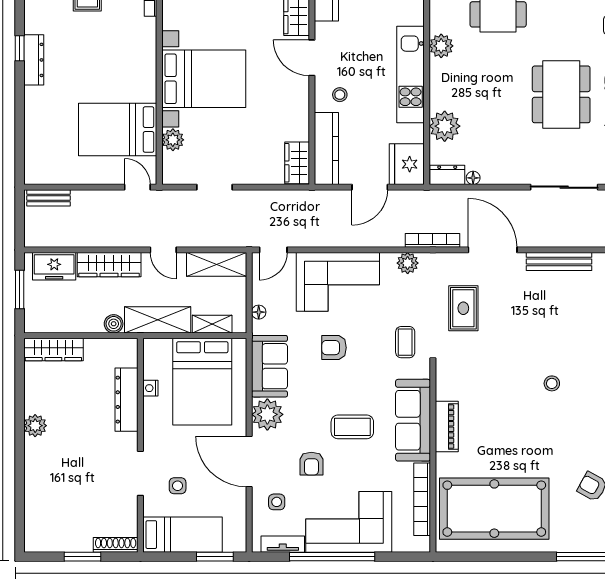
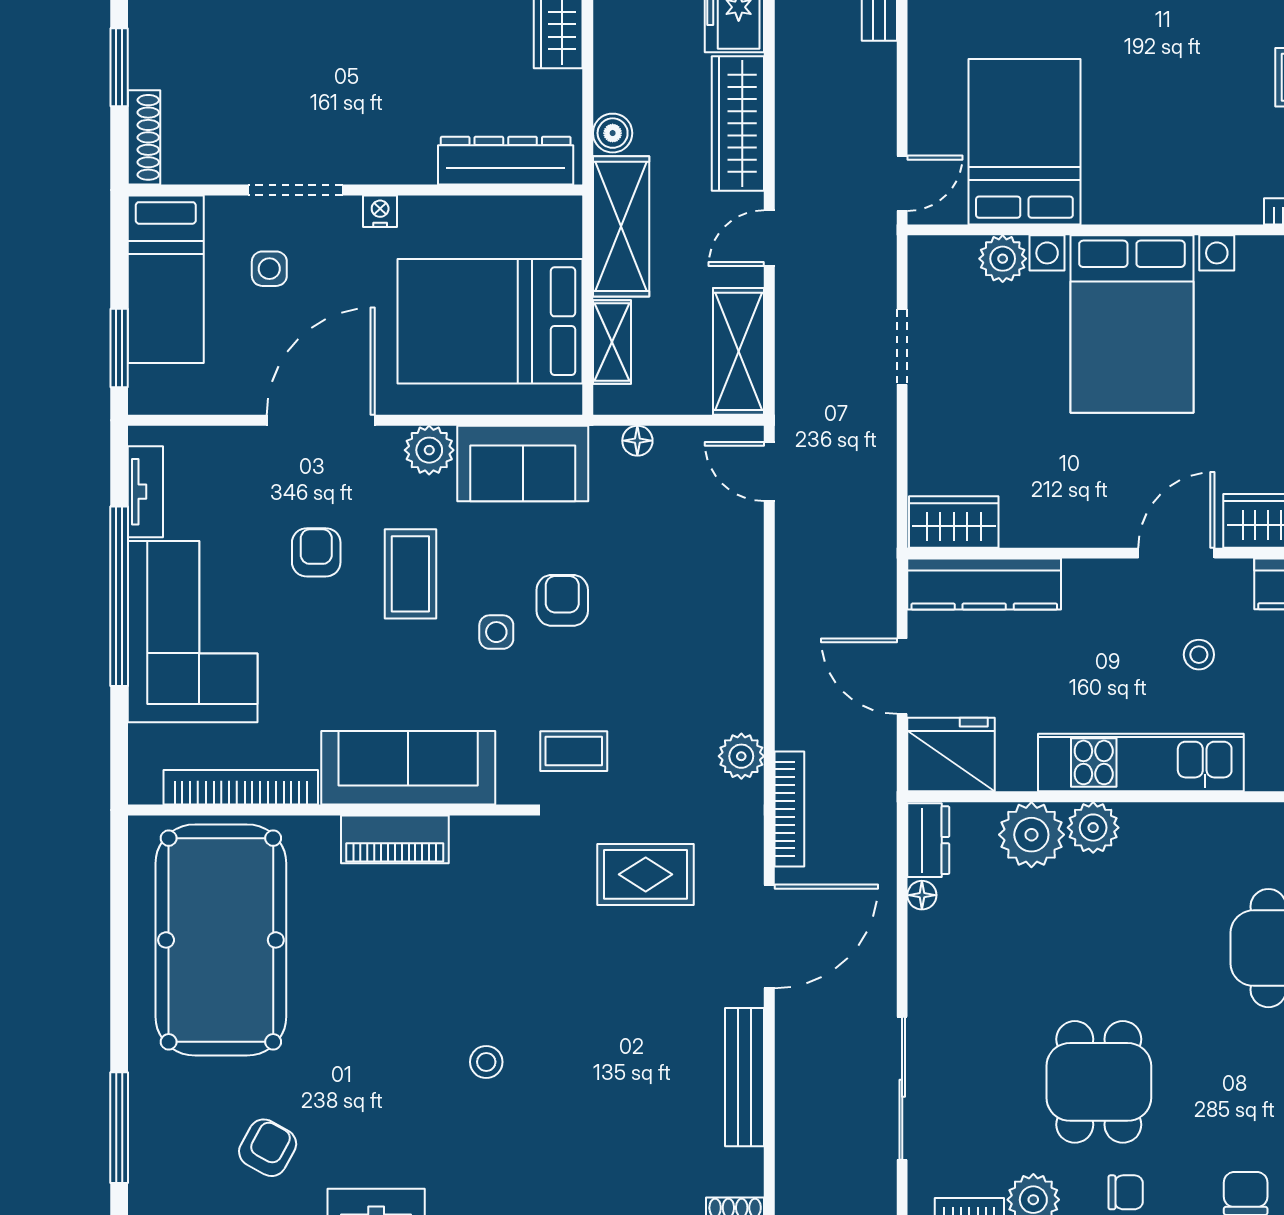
plant: (441, 46) -> (1093, 828), moved
dining table: (561, 94) -> (1099, 1082), width x0.73
stool: (340, 95) -> (1199, 655), moved
corner sofa: (338, 282) -> (701, 608), removed
nightstand: (150, 388) -> (380, 211), moved
dresser: (127, 400) -> (506, 161), moved
plant: (267, 414) -> (429, 450), width x0.73, depth x0.73
coffee table: (352, 427) -> (410, 574), moved
armchair: (311, 464) -> (316, 552), turned 90
side table: (277, 502) -> (496, 632), moved

